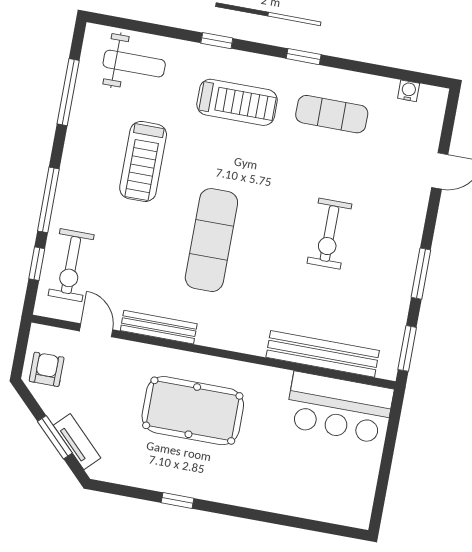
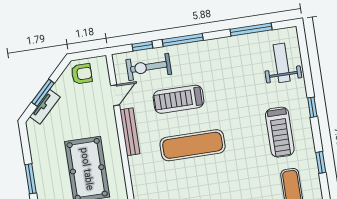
weight bench: (134, 64) -> (282, 63), turned 180
treadmill: (143, 161) -> (179, 99), moved
window: (178, 500) -> (31, 179), width x1.50

